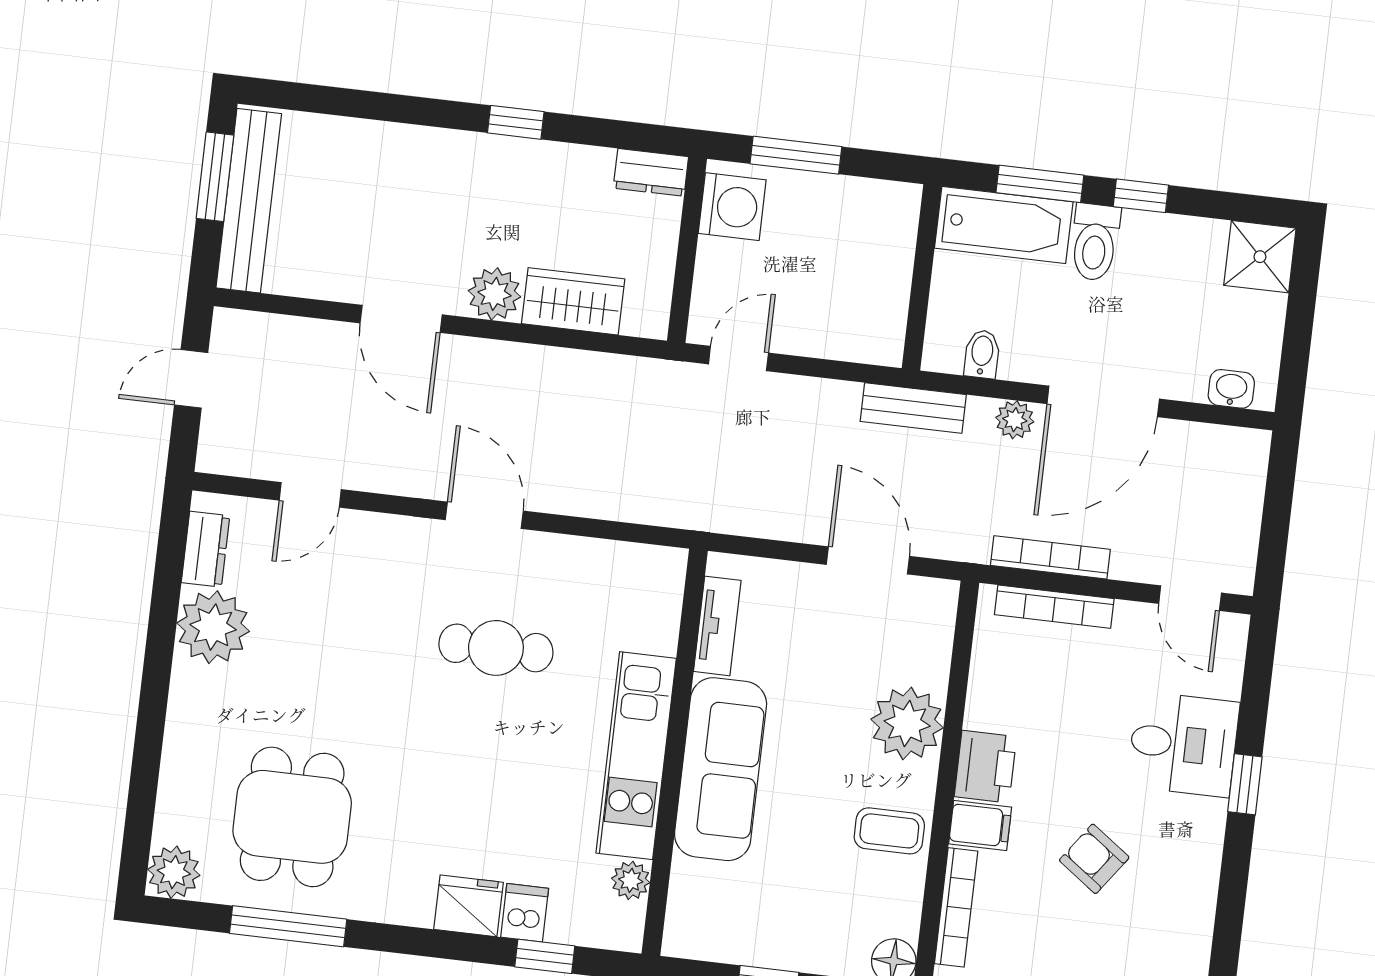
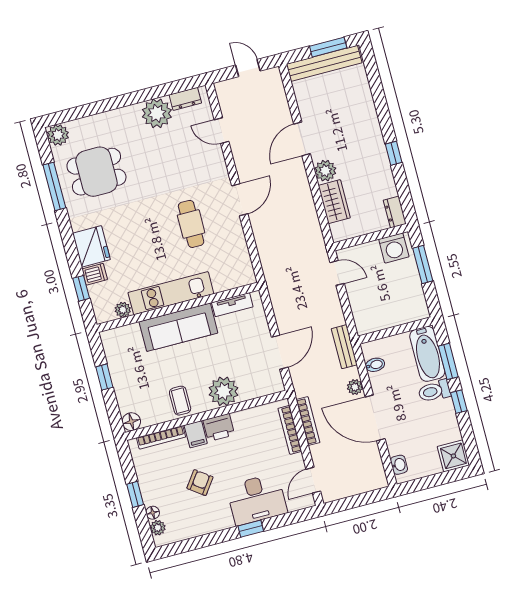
desk: (1183, 744) -> (257, 499), width x1.37
fridge: (468, 906) -> (91, 246), width x1.36, depth x1.34

